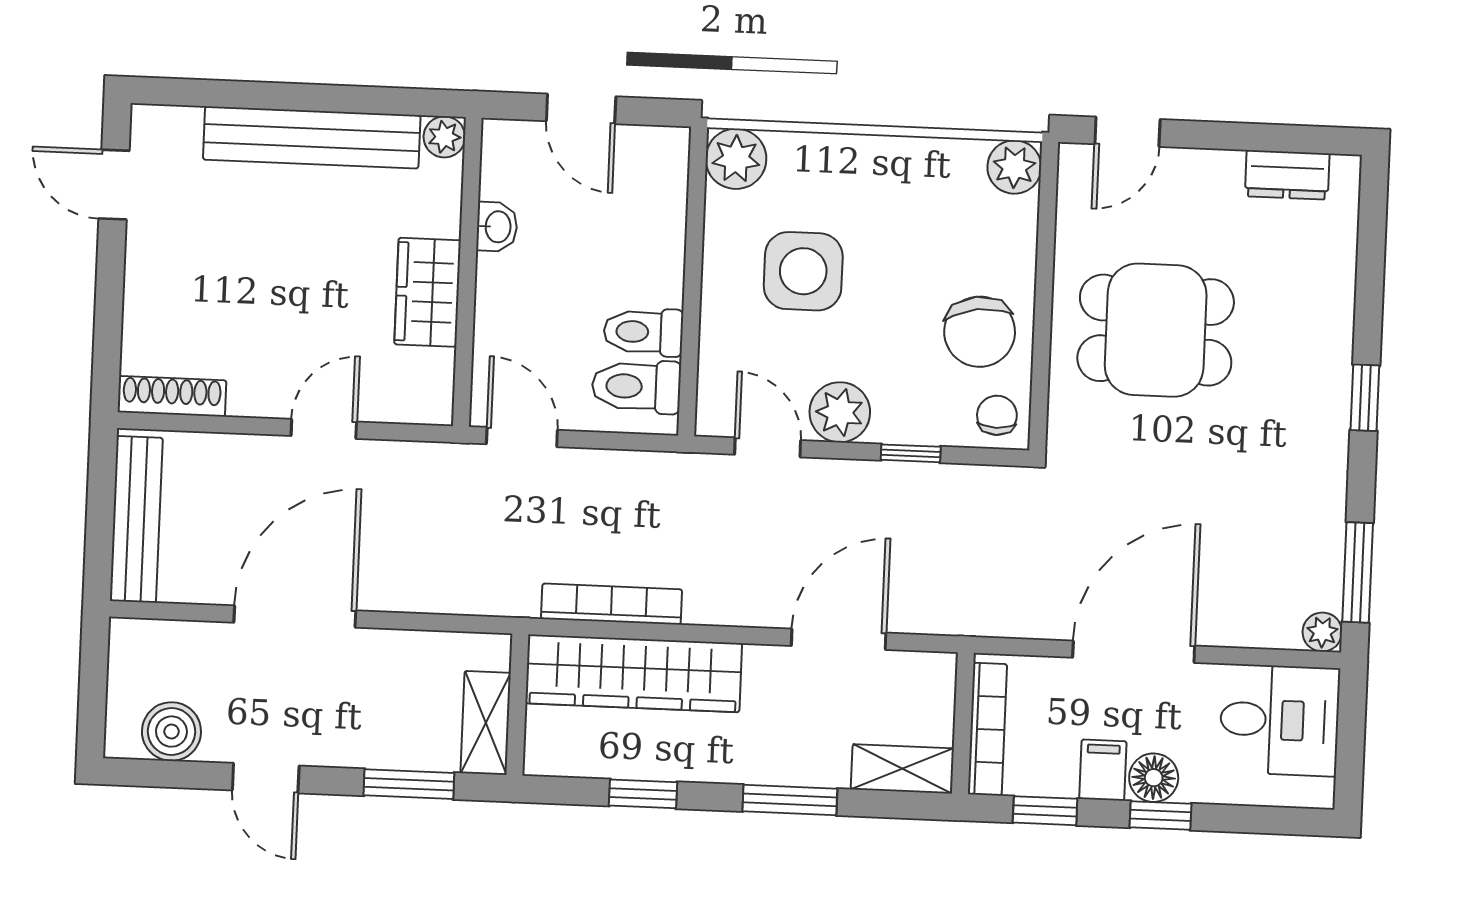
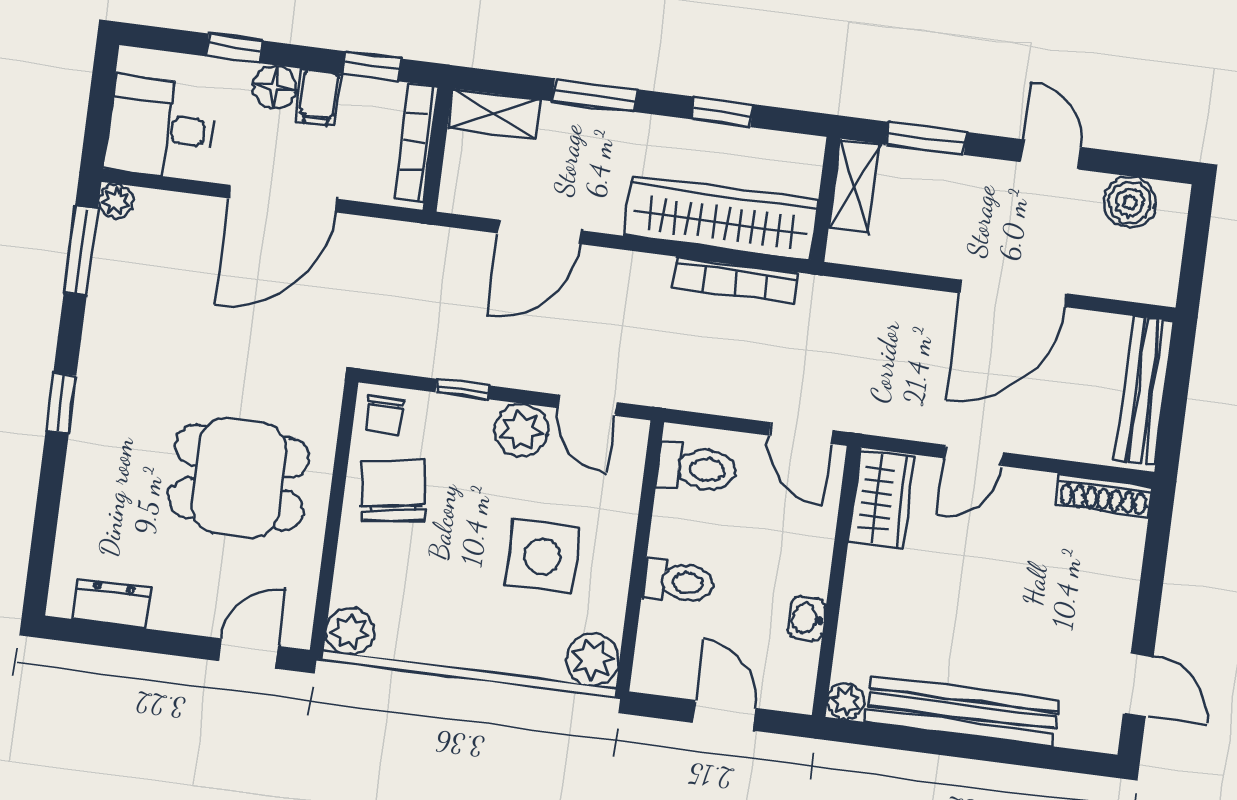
wardrobe: (428, 292) -> (881, 499), moved
toilet: (643, 332) -> (678, 581), moved
window: (1161, 816) -> (234, 48), moved

